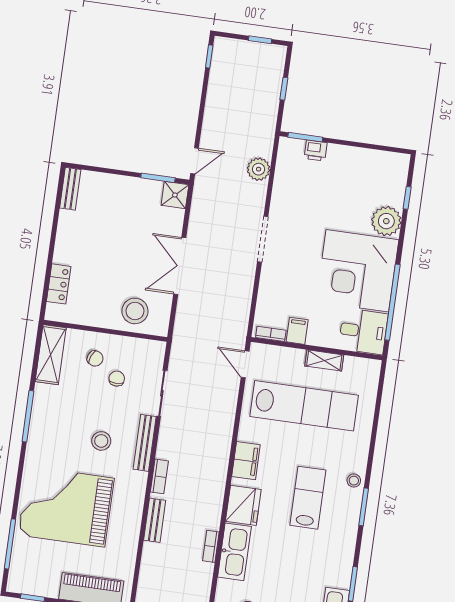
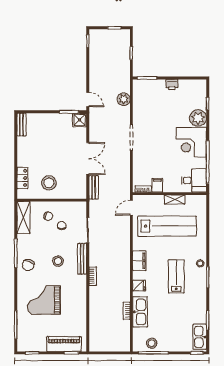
printer: (316, 151) -> (172, 85), moved
door: (195, 161) -> (88, 100), hinge flipped
double door: (180, 266) -> (88, 159), swing flipped
corner desk: (357, 271) -> (191, 142), width x0.74, depth x0.74
stool: (135, 311) -> (49, 183), moved
door: (245, 364) -> (131, 208), hinge flipped
chair: (47, 440) -> (28, 265), added
fridge: (243, 505) -> (139, 286), width x0.53, depth x0.75
grand piano: (66, 507) -> (44, 300), width x0.73, depth x0.68
bench: (155, 520) -> (94, 187), moved

